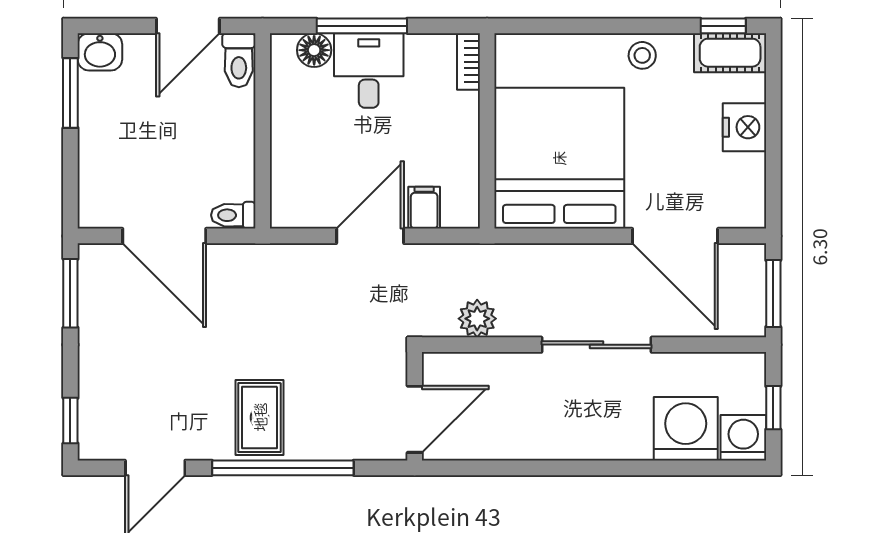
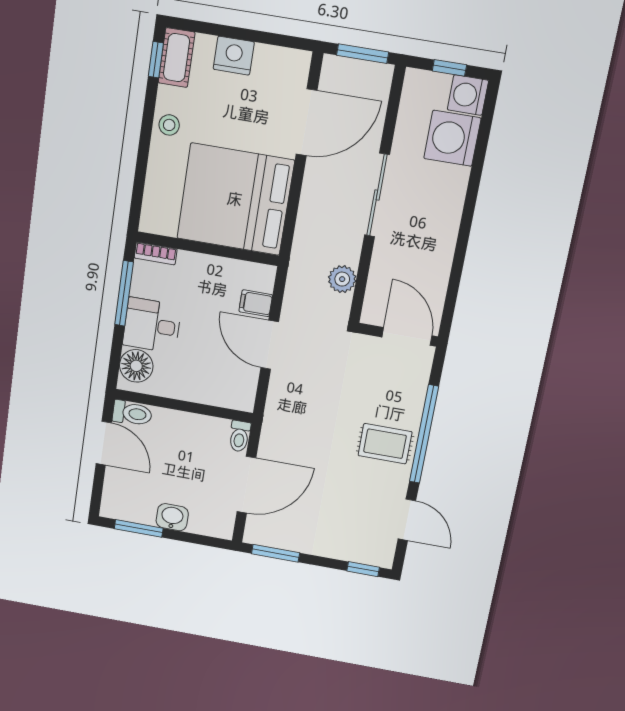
window: (362, 26) -> (124, 293), moved
floor lamp: (314, 50) -> (136, 366), width x1.38, depth x1.38
washbasin: (100, 52) -> (172, 517), moved, turned -90

